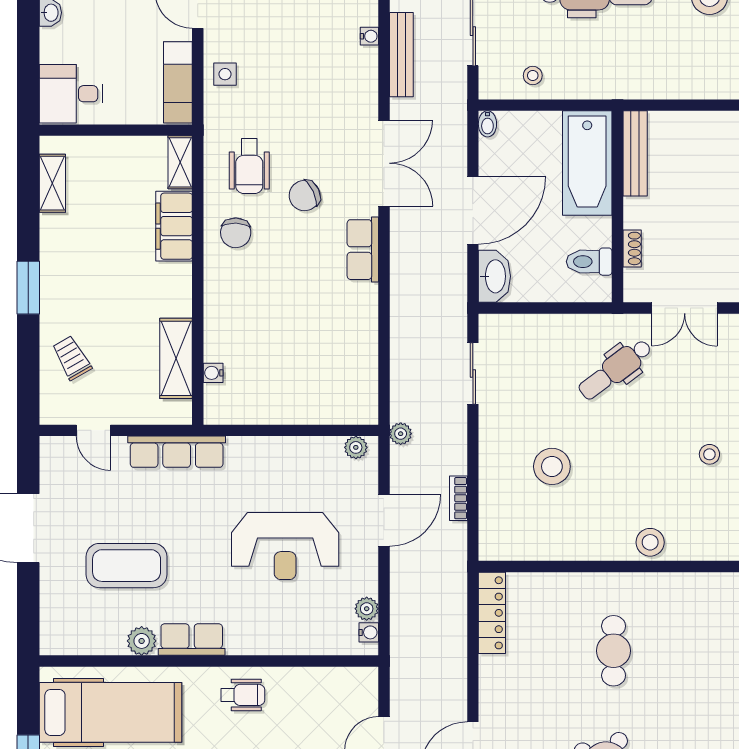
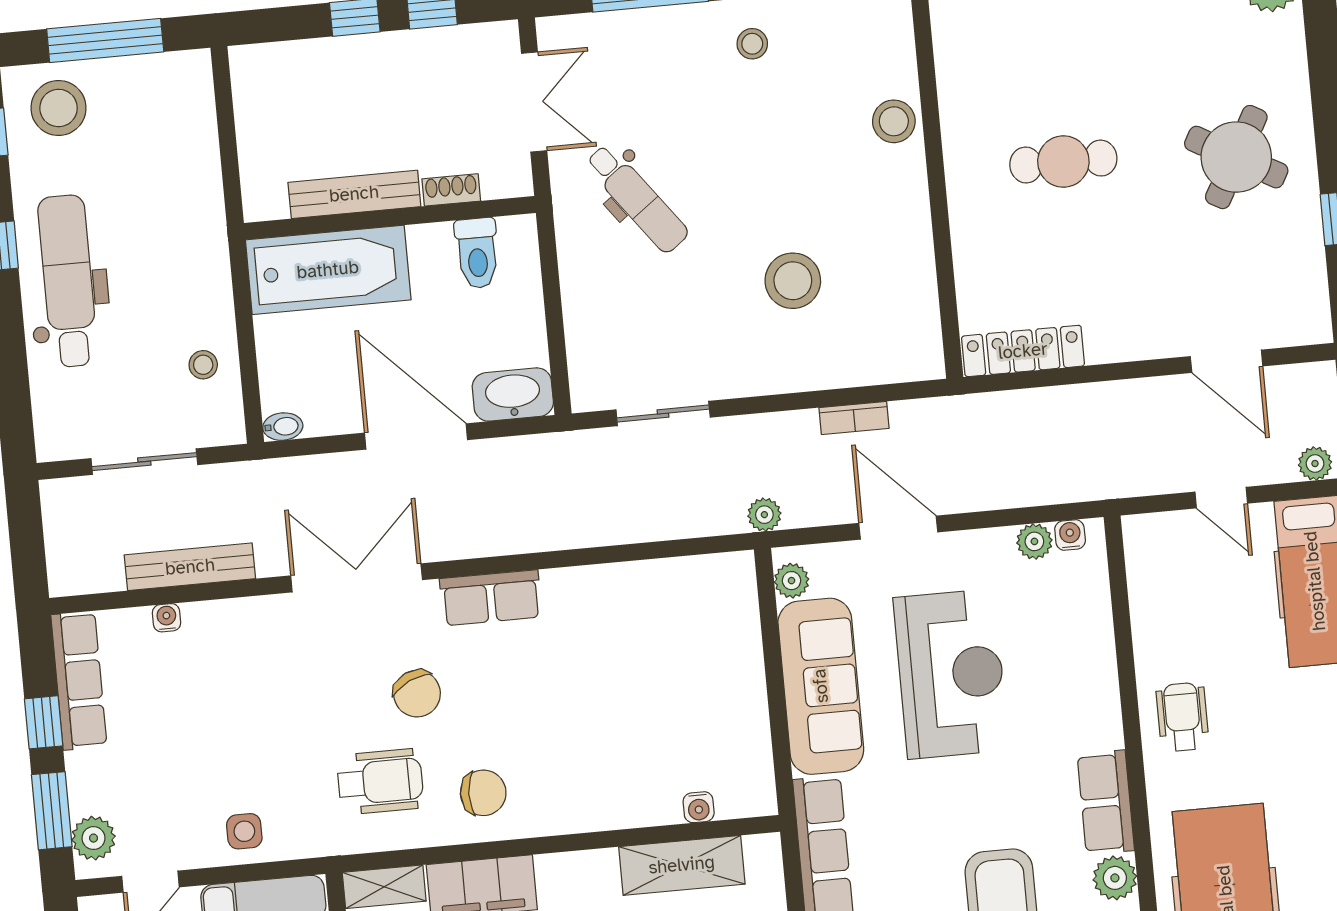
bench: (635, 153) -> (354, 194), moved
sofa: (285, 460) -> (821, 686), added

